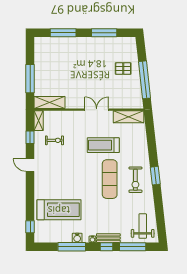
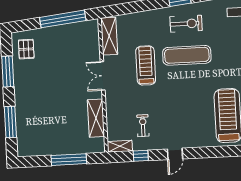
pallet: (123, 69) -> (26, 49), moved
shelving: (50, 102) -> (96, 118), moved
treadmill: (103, 145) -> (146, 65), turned 180

